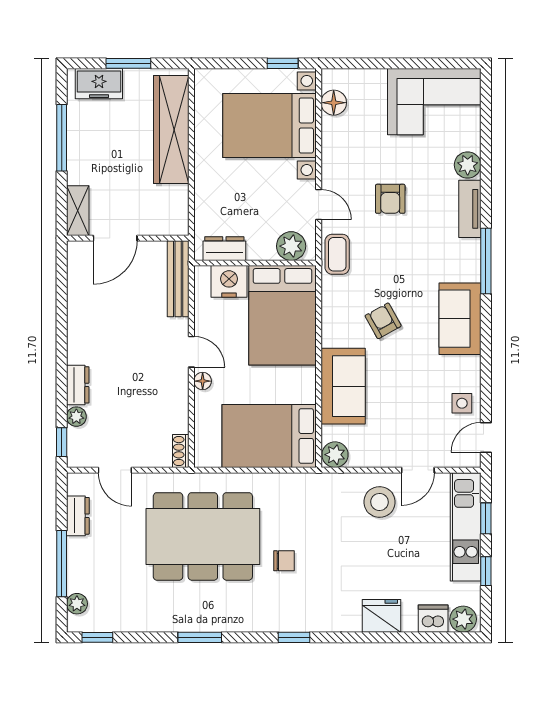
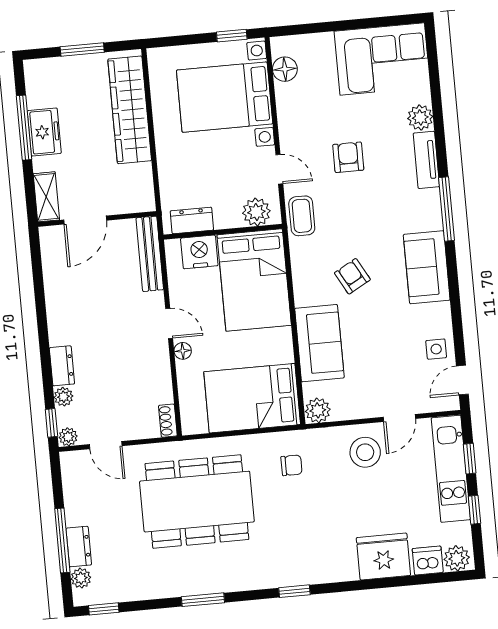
freezer: (99, 84) -> (44, 132), moved, turned -90
armchair: (390, 199) -> (348, 157), turned 180
plant: (77, 458) -> (68, 437), added
dresser: (78, 516) -> (79, 547), moved
chair: (284, 561) -> (292, 465), moved
fridge: (381, 616) -> (383, 557), width x1.36, depth x1.34

